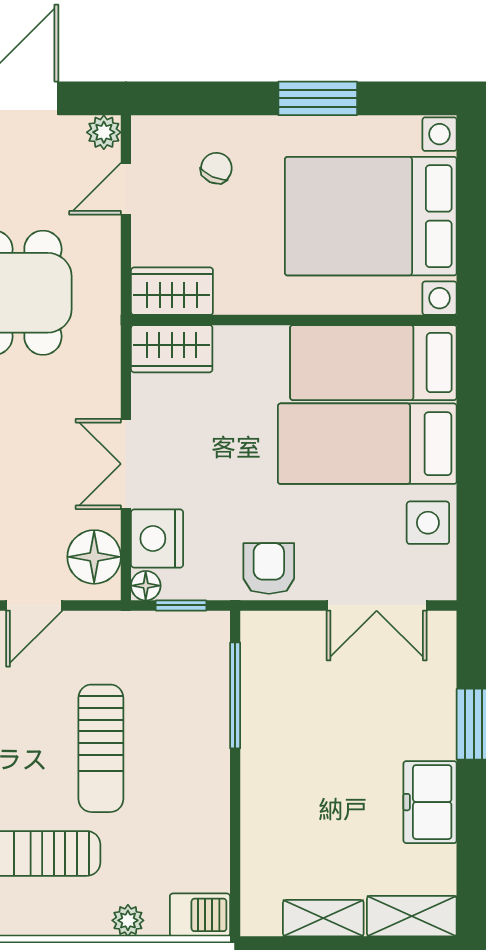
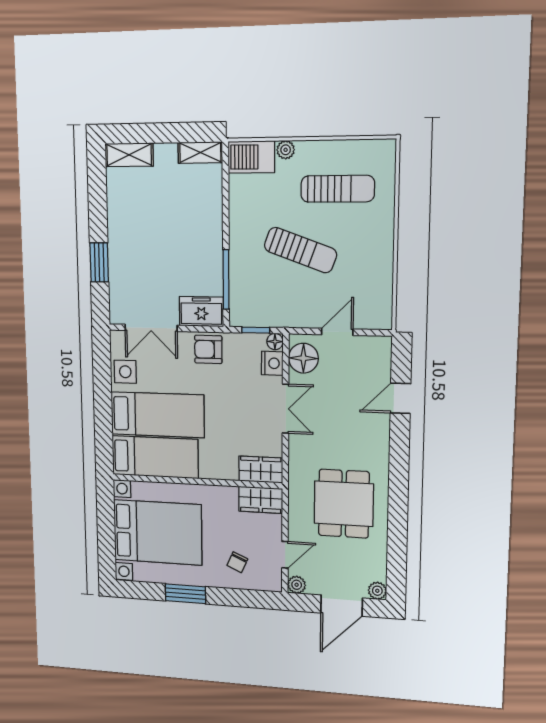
nightstand: (157, 539) -> (272, 363), width x0.74, depth x0.75
armchair: (269, 568) -> (208, 349), turned 90
double door: (377, 605) -> (151, 328), swing flipped
sun lounger: (101, 748) -> (300, 250), turned 110
freezer: (430, 802) -> (201, 312), moved, turned -90
barbecue: (200, 915) -> (251, 157), width x1.38, depth x1.27
shelving: (323, 918) -> (200, 153), moved

